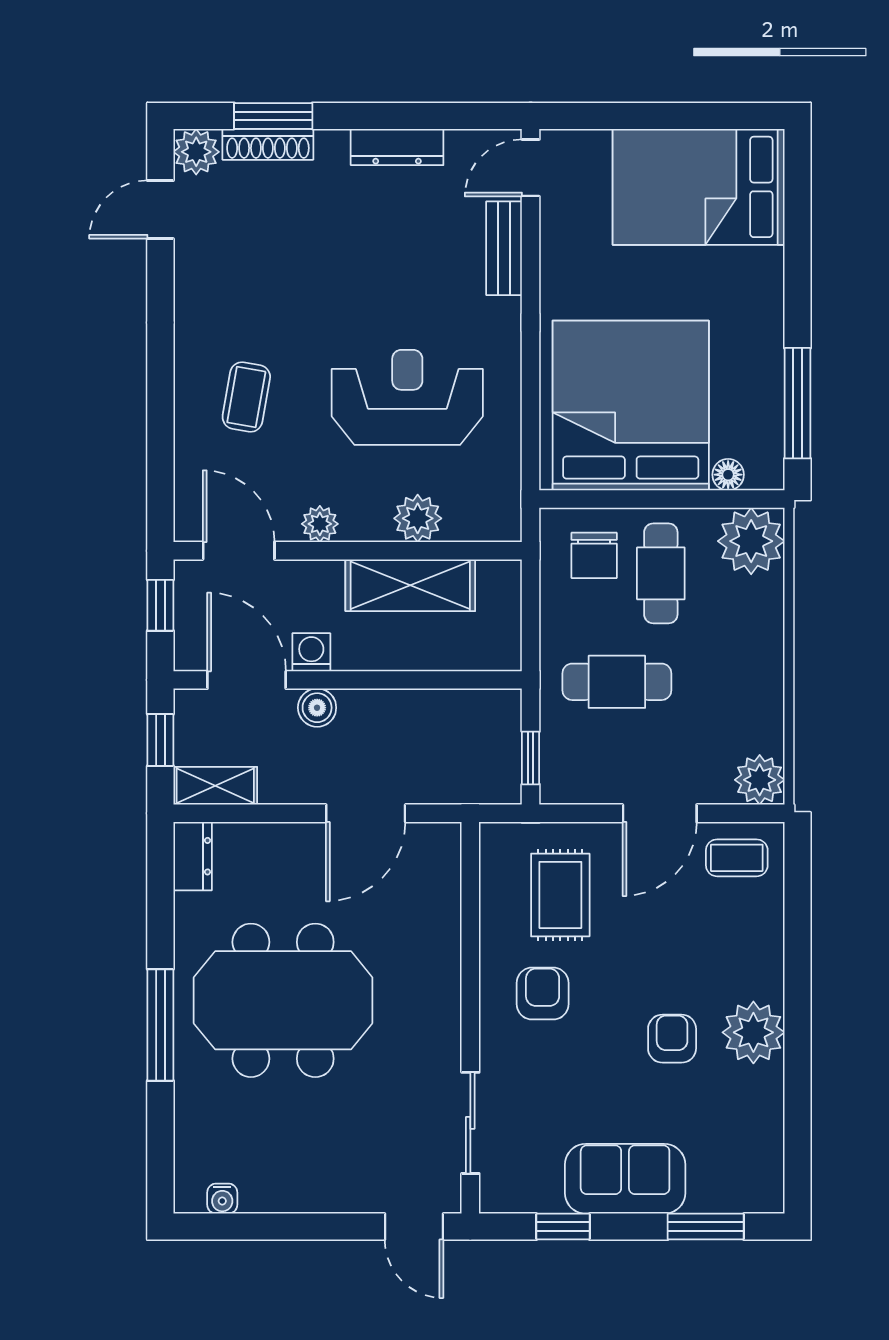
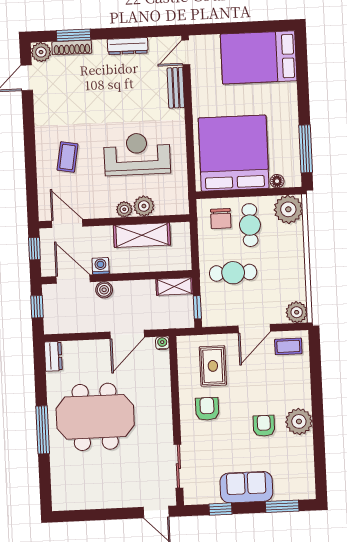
plant: (320, 524) -> (124, 209), moved
shelving: (215, 786) -> (174, 286), moved
water cooler: (222, 1199) -> (162, 343), moved, turned 180

